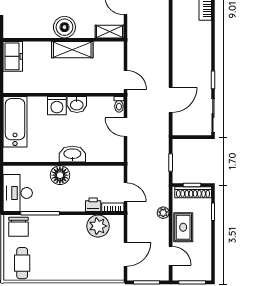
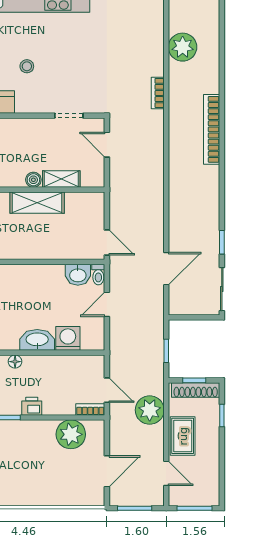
boiler: (64, 27) -> (33, 180), width x0.54, depth x0.54
shelving: (110, 32) -> (61, 179), moved
washbasin: (77, 105) -> (78, 275), moved
washing machine: (57, 106) -> (68, 338), moved, turned 180
door: (126, 127) -> (107, 304), hinge flipped
floor lamp: (60, 175) -> (15, 362), width x0.53, depth x0.53
printer: (93, 205) -> (32, 406), moved
plant: (163, 213) -> (150, 410), width x1.88, depth x1.88

